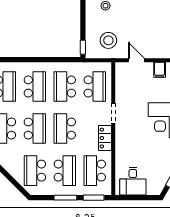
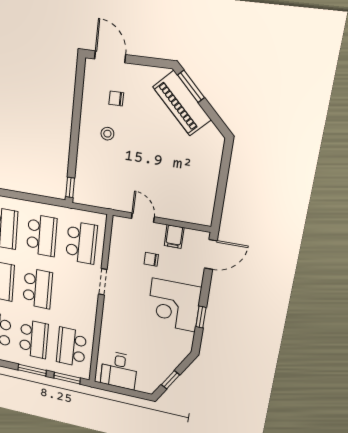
stool: (108, 40) -> (106, 184), removed
school desk: (65, 86) -> (42, 235), turned 180
chair: (146, 89) -> (151, 259), added
school desk: (65, 129) -> (38, 288), turned 180
locker: (105, 138) -> (89, 311), removed

